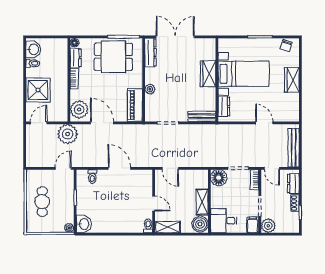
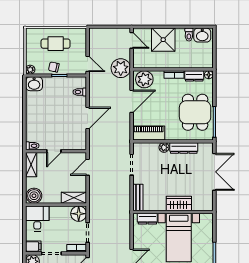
dresser: (150, 52) -> (184, 148), moved
shelving: (202, 202) -> (74, 198), moved
chair: (66, 204) -> (54, 67), added

